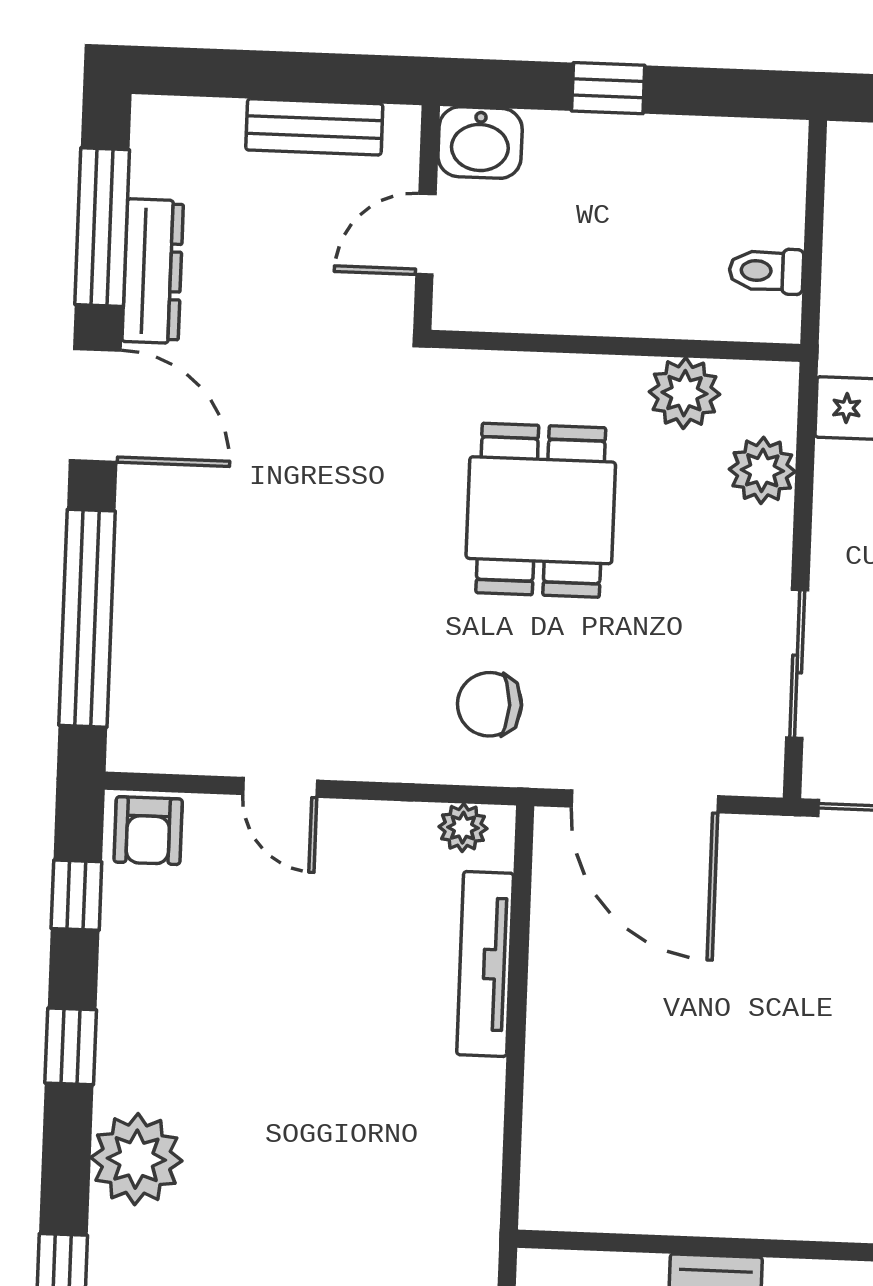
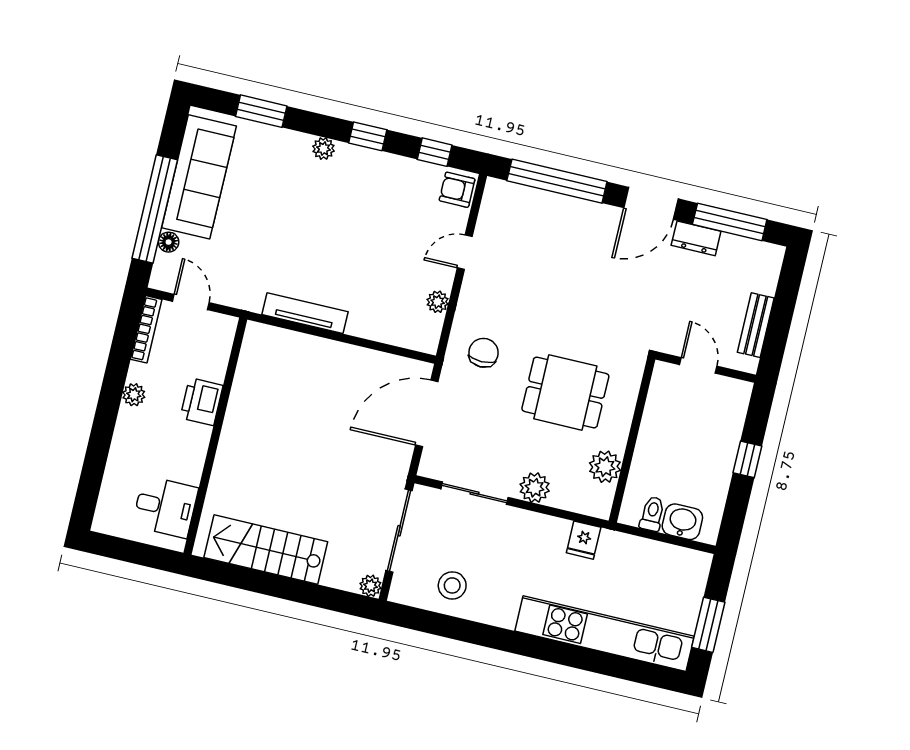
washbasin: (480, 143) -> (682, 522), moved, turned 90
dresser: (153, 271) -> (696, 238), width x0.70
plant: (762, 470) -> (535, 488), moved
plant: (463, 828) -> (438, 302), moved
tv unit: (485, 964) -> (305, 313), moved
plant: (136, 1159) -> (323, 149), width x0.53, depth x0.53

